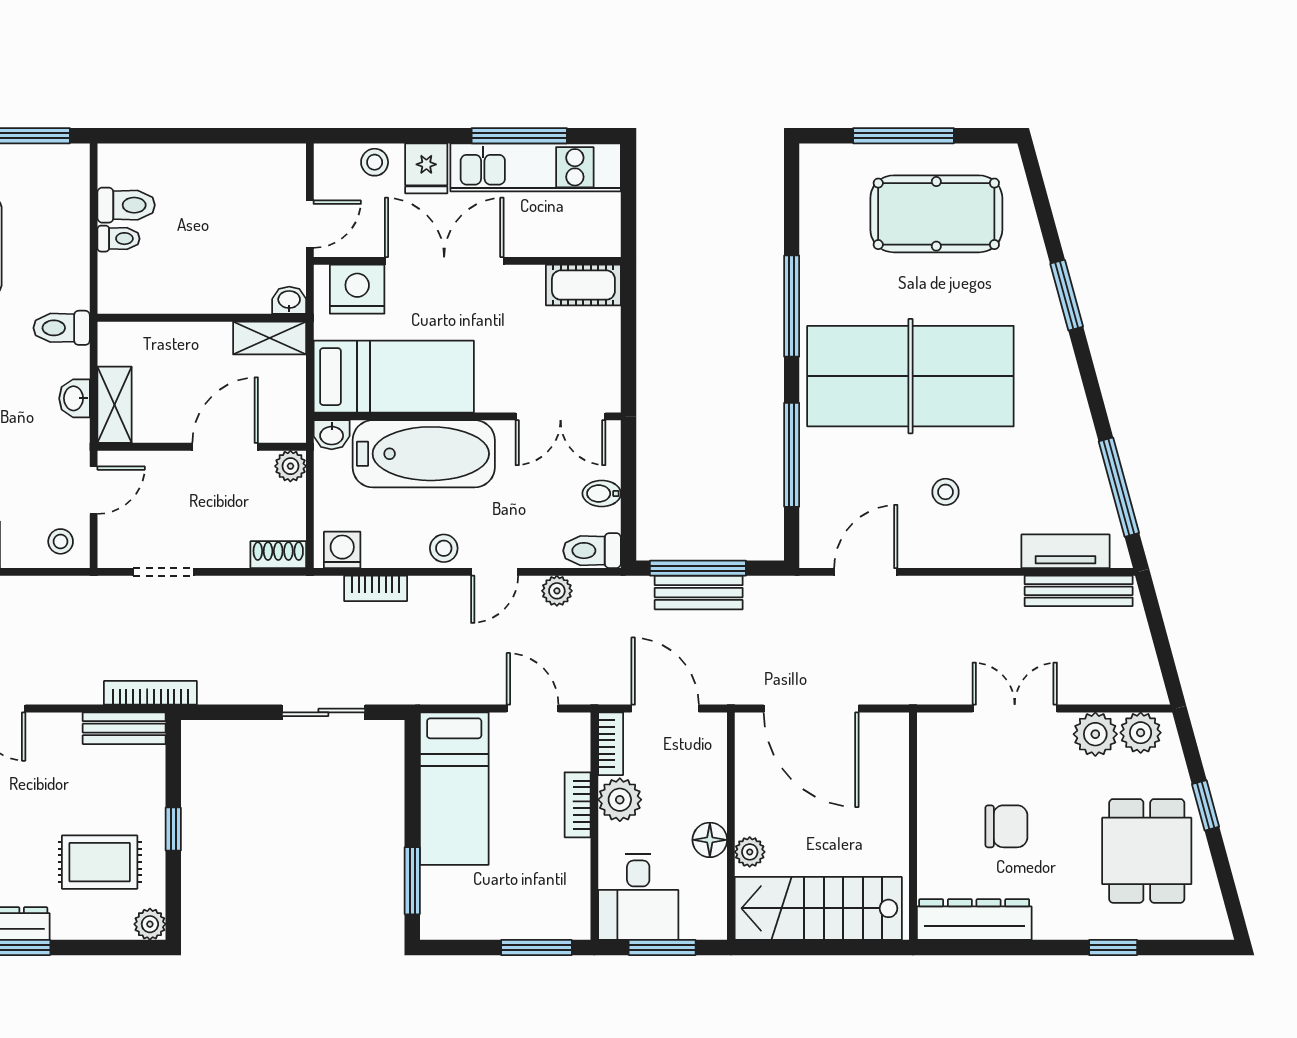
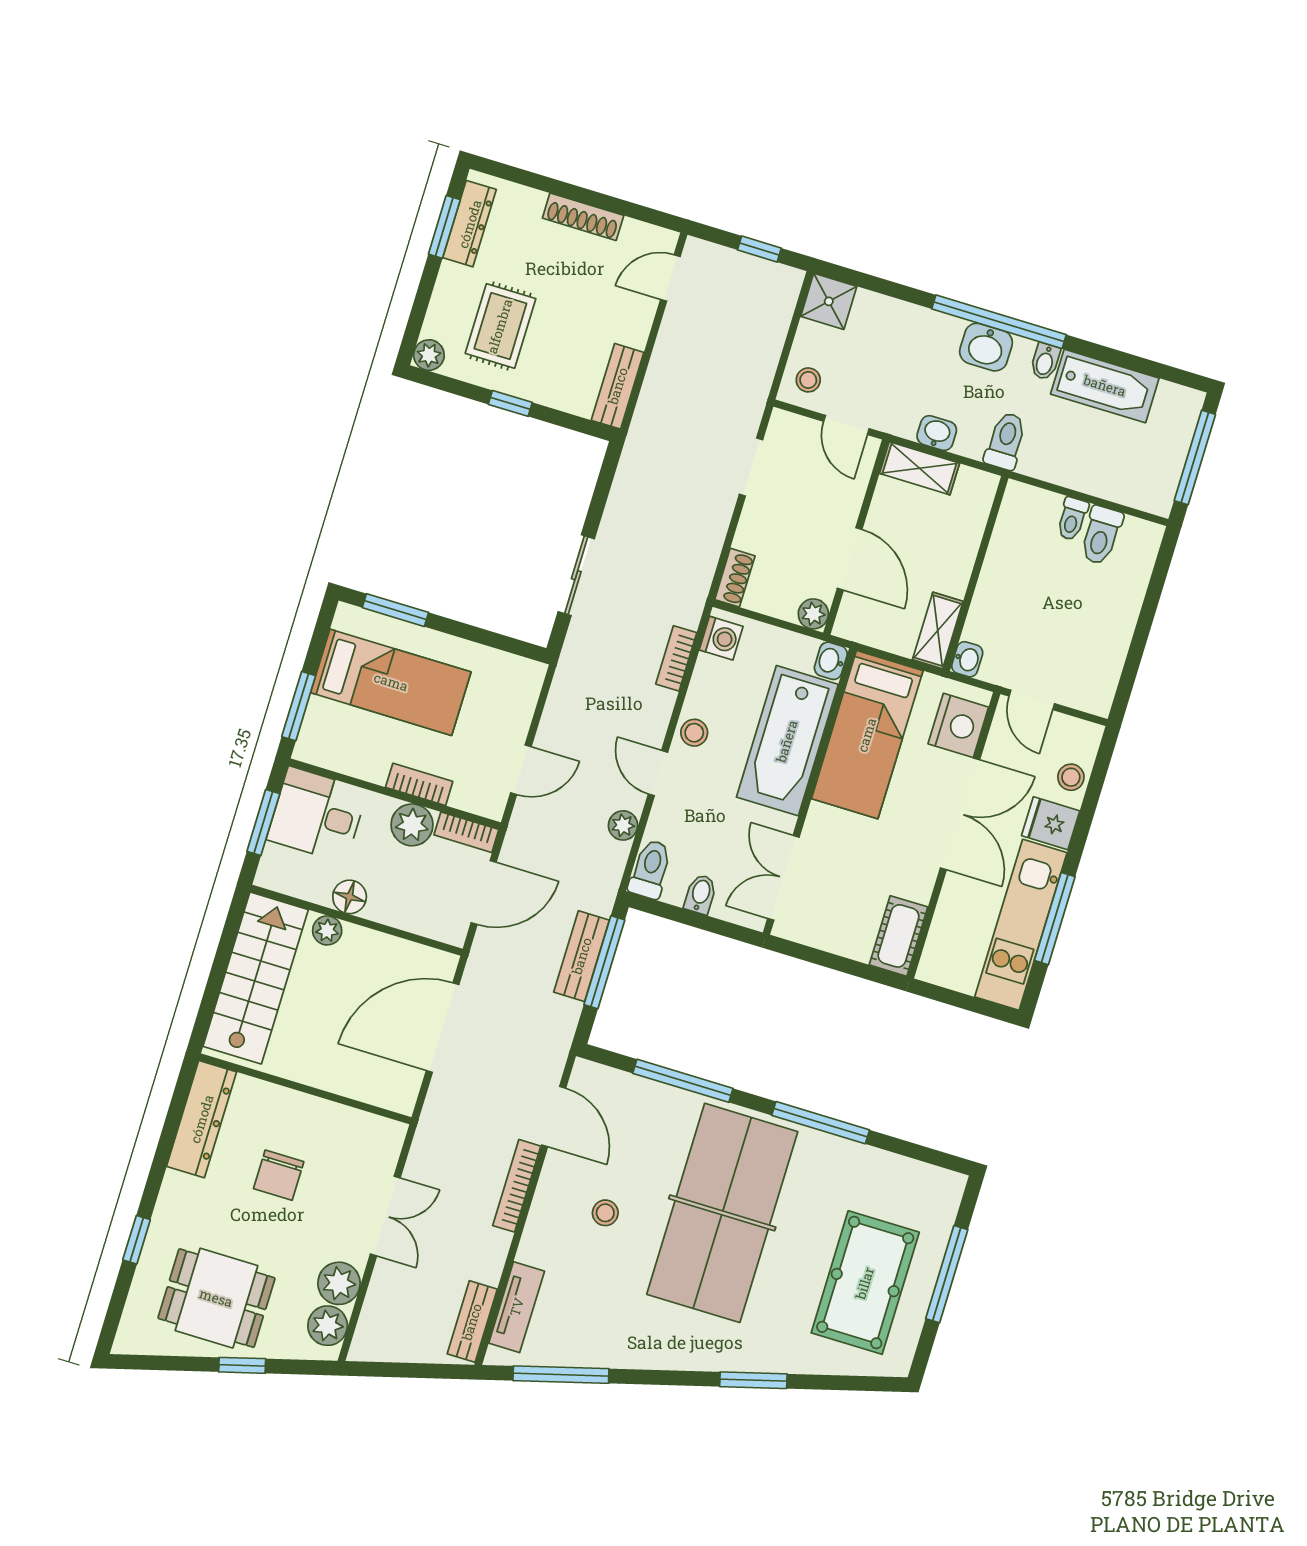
bench: (1079, 591) -> (472, 1322), width x0.73
bookcase: (150, 693) -> (517, 1186), moved, turned 180
bed: (454, 789) -> (391, 682), moved, turned 180

